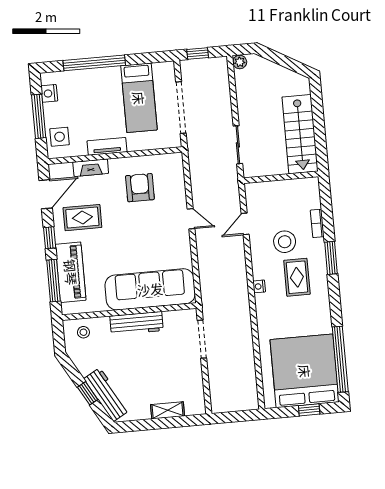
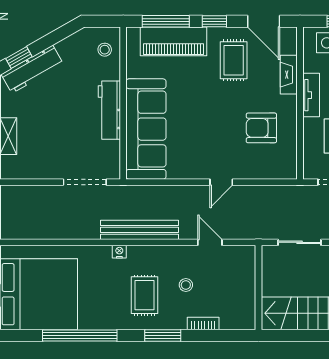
armchair: (140, 188) -> (261, 128), turned 180
stool: (285, 242) -> (186, 285), width x0.53, depth x0.53
rug: (297, 277) -> (145, 295), turned 90
nightstand: (259, 286) -> (119, 252), moved
bench: (240, 287) -> (139, 230), added
window: (340, 359) -> (80, 335), moved
window: (88, 393) -> (19, 58), moved

